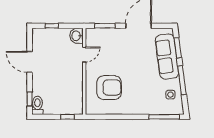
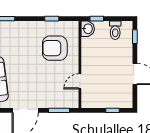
washbasin: (76, 36) -> (88, 29), moved
toilet: (37, 105) -> (115, 30), moved
window: (112, 117) -> (52, 19), added

